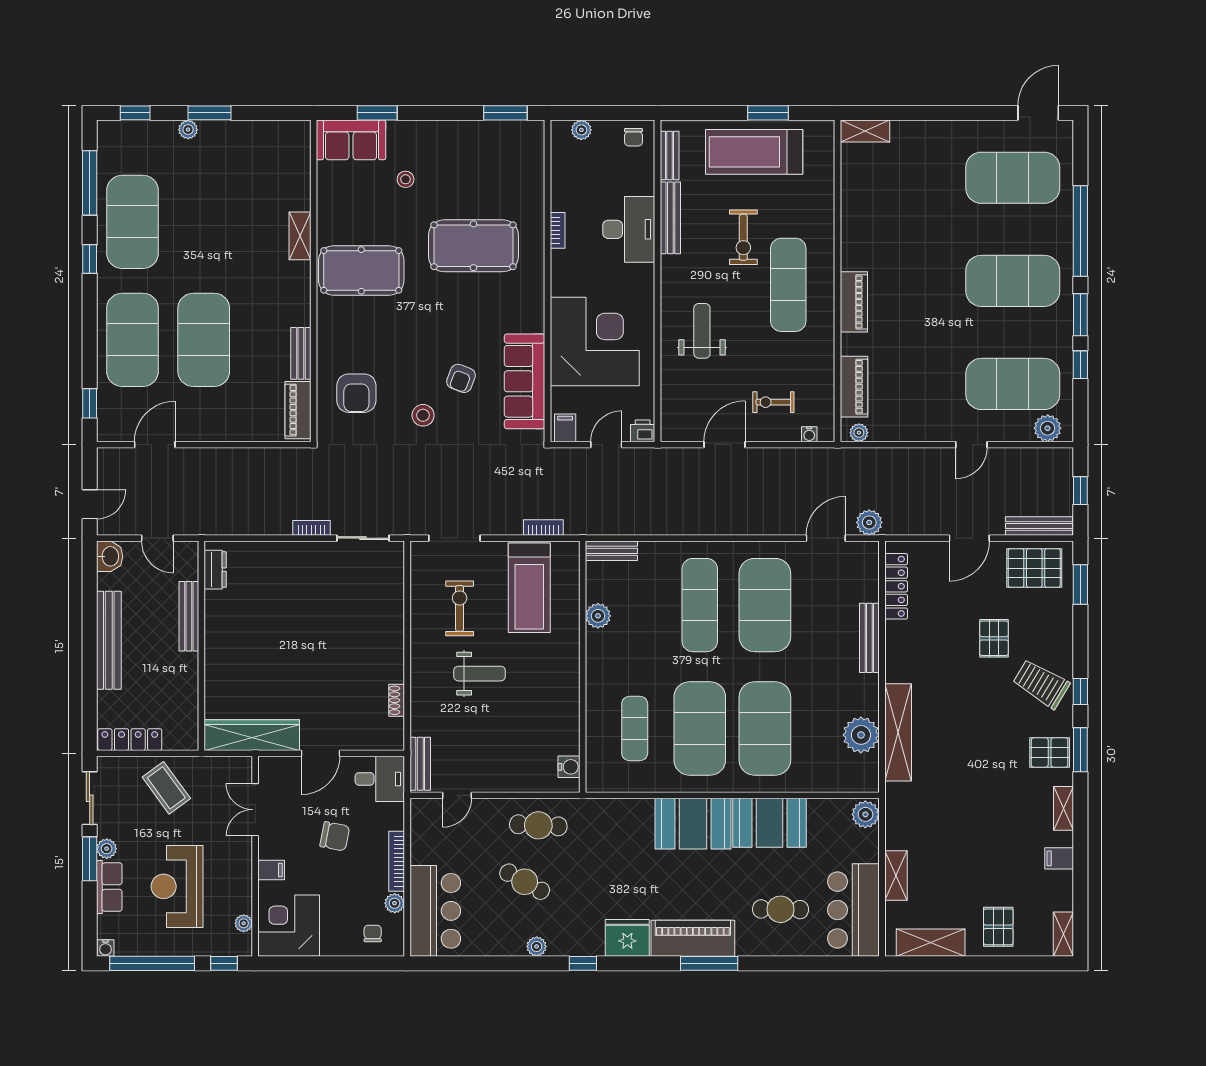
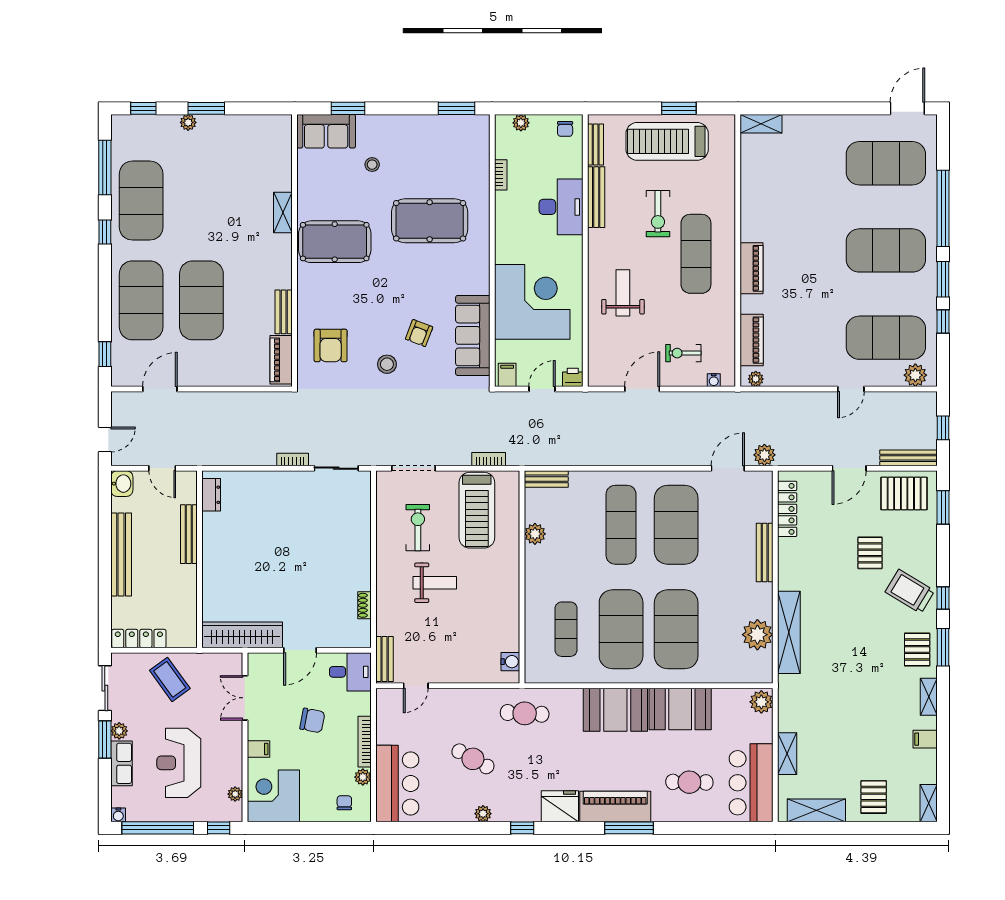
bookcase: (558, 230) -> (501, 175), moved
pallet: (1050, 752) -> (917, 650), turned 90
cafe table: (538, 825) -> (525, 713), moved

